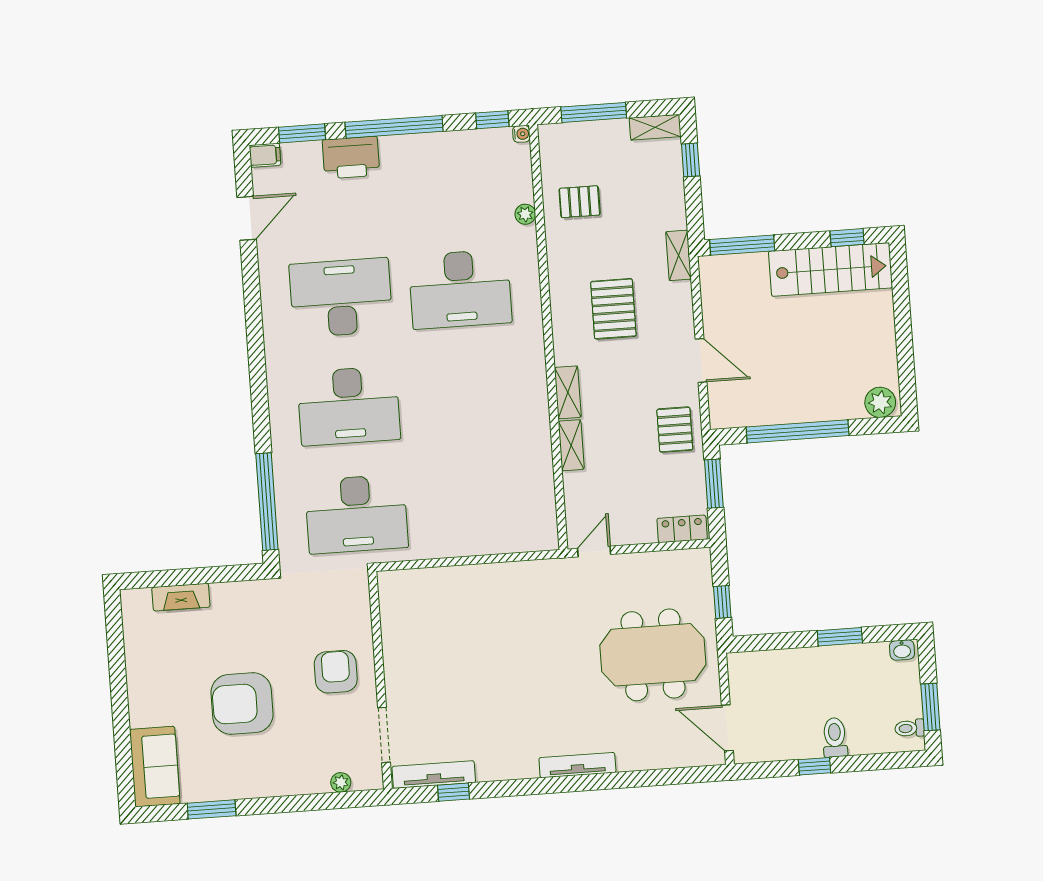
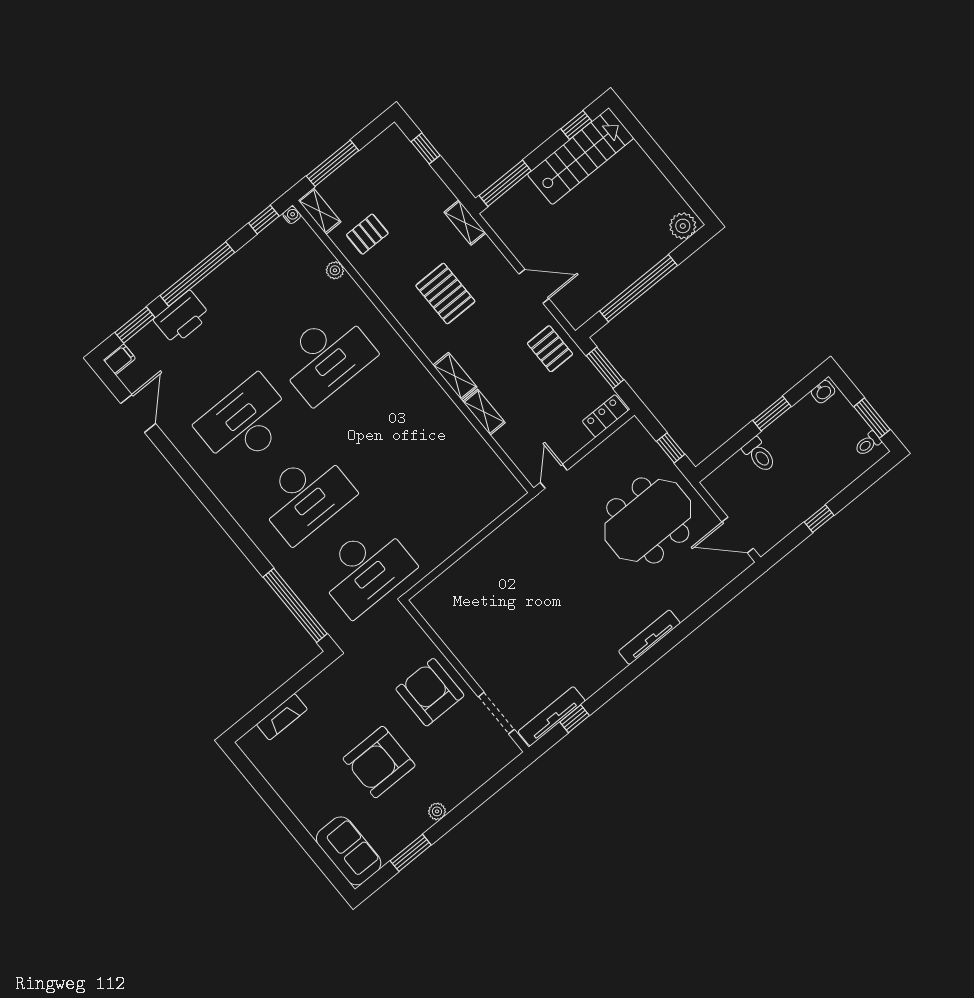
shelving: (655, 127) -> (320, 211), moved, turned 90
armchair: (336, 672) -> (430, 692), width x1.36, depth x1.36
toilet: (835, 737) -> (759, 455), moved, turned 180
plant: (341, 782) -> (437, 811), moved

